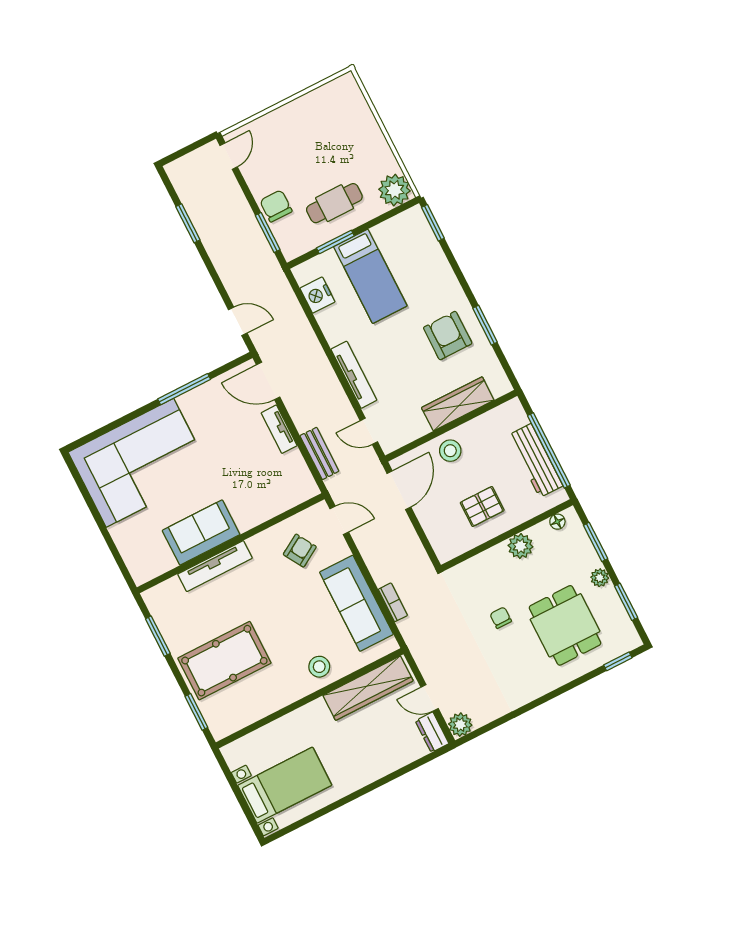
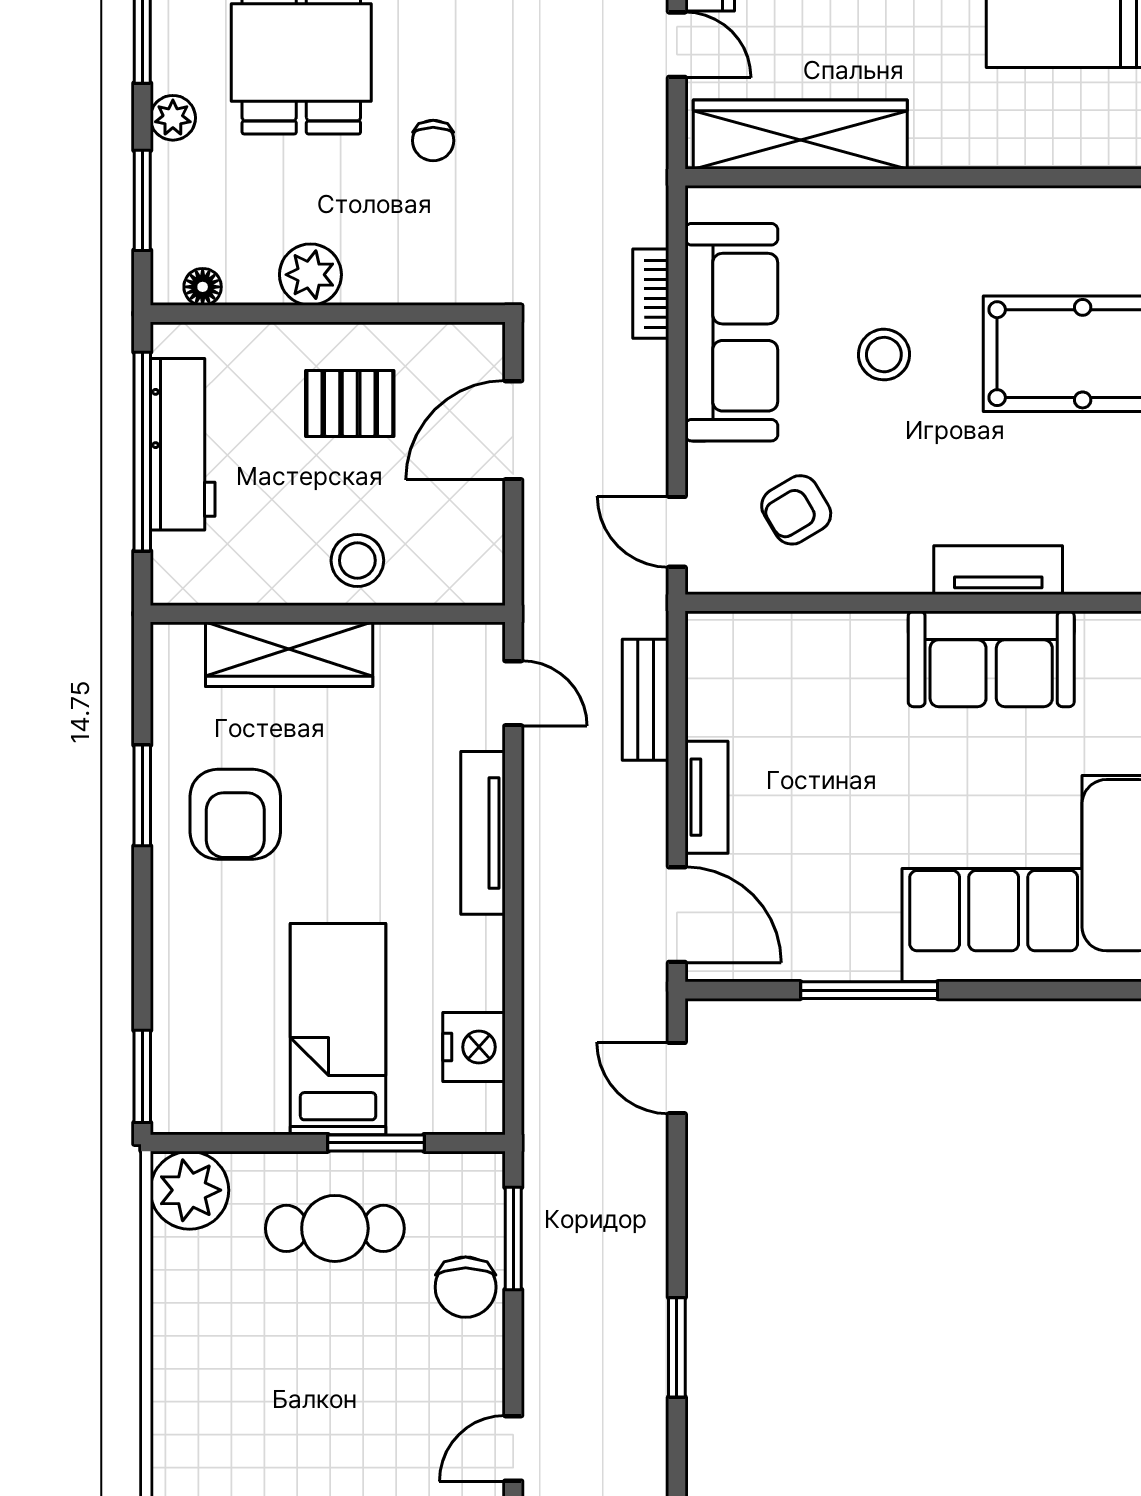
door: (399, 490) -> (513, 430), moved
tv unit: (215, 566) -> (998, 570), width x0.71
stool: (319, 667) -> (884, 355), moved

